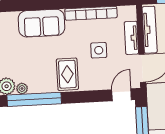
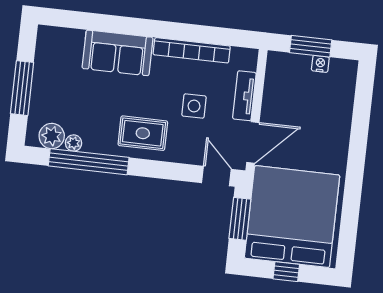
tv unit: (150, 30) -> (273, 88), removed
rug: (67, 74) -> (143, 133), turned 90
door: (122, 95) -> (216, 176), hinge flipped

